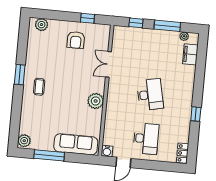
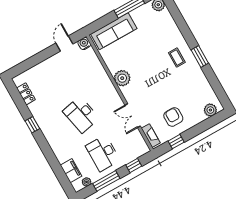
fireplace: (105, 38) -> (151, 136), added
double door: (108, 64) -> (133, 116), swing flipped
desk: (146, 139) -> (103, 153), moved
locker: (182, 153) -> (26, 94), moved

